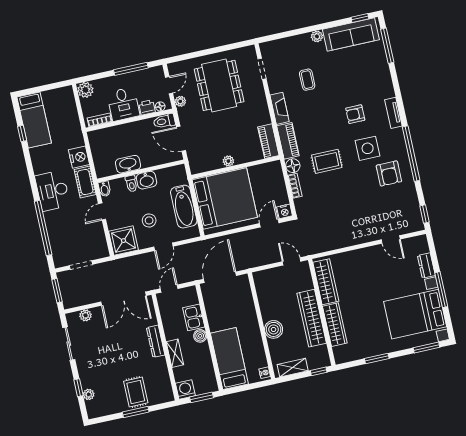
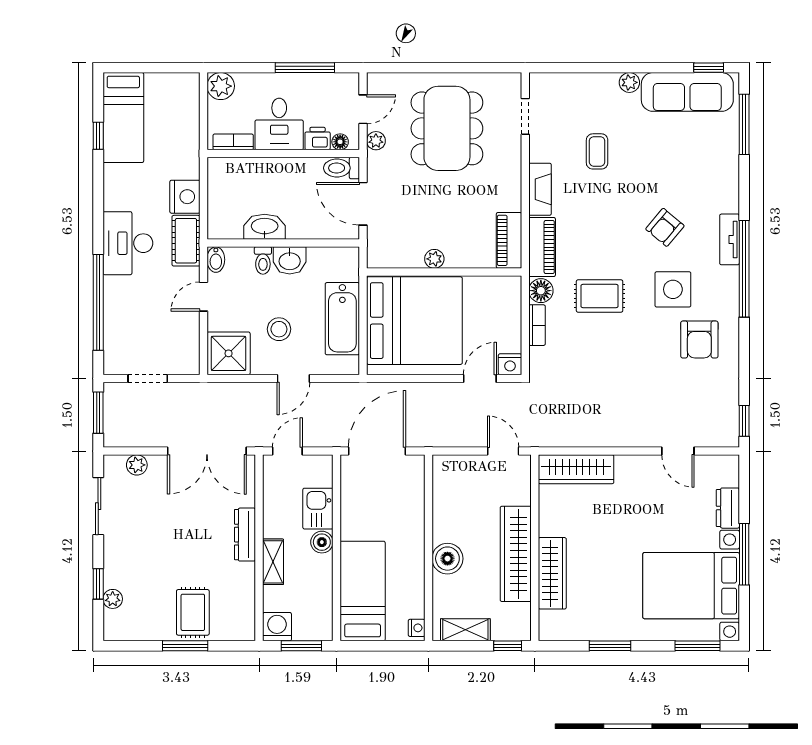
armchair: (355, 114) -> (665, 227), turned -50
window: (411, 154) -> (744, 269), moved
wardrobe: (326, 282) -> (576, 469), moved, turned 90

